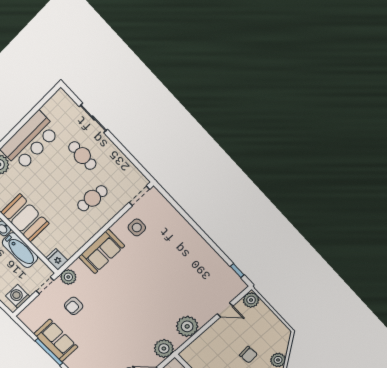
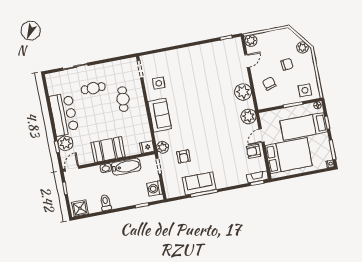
chair: (215, 349) -> (269, 84), added

